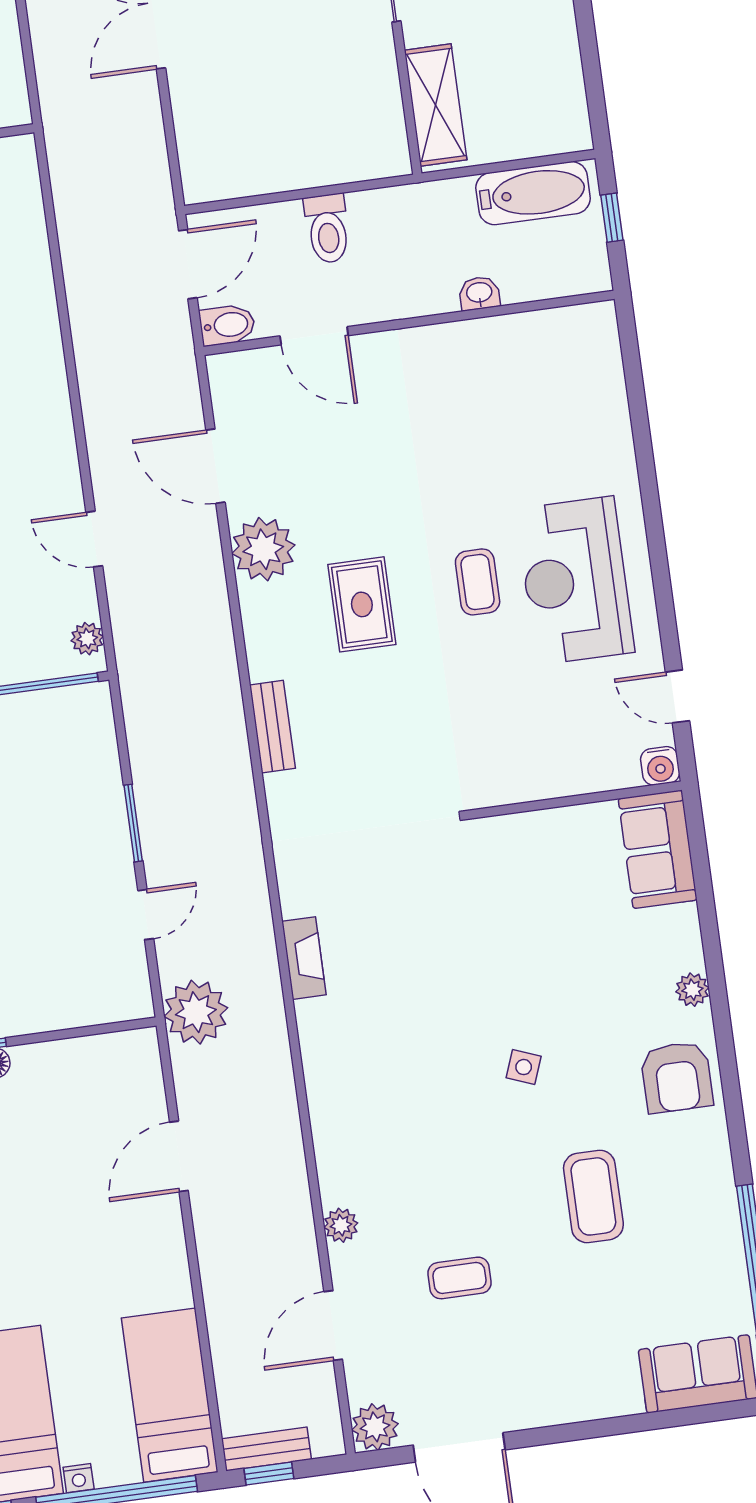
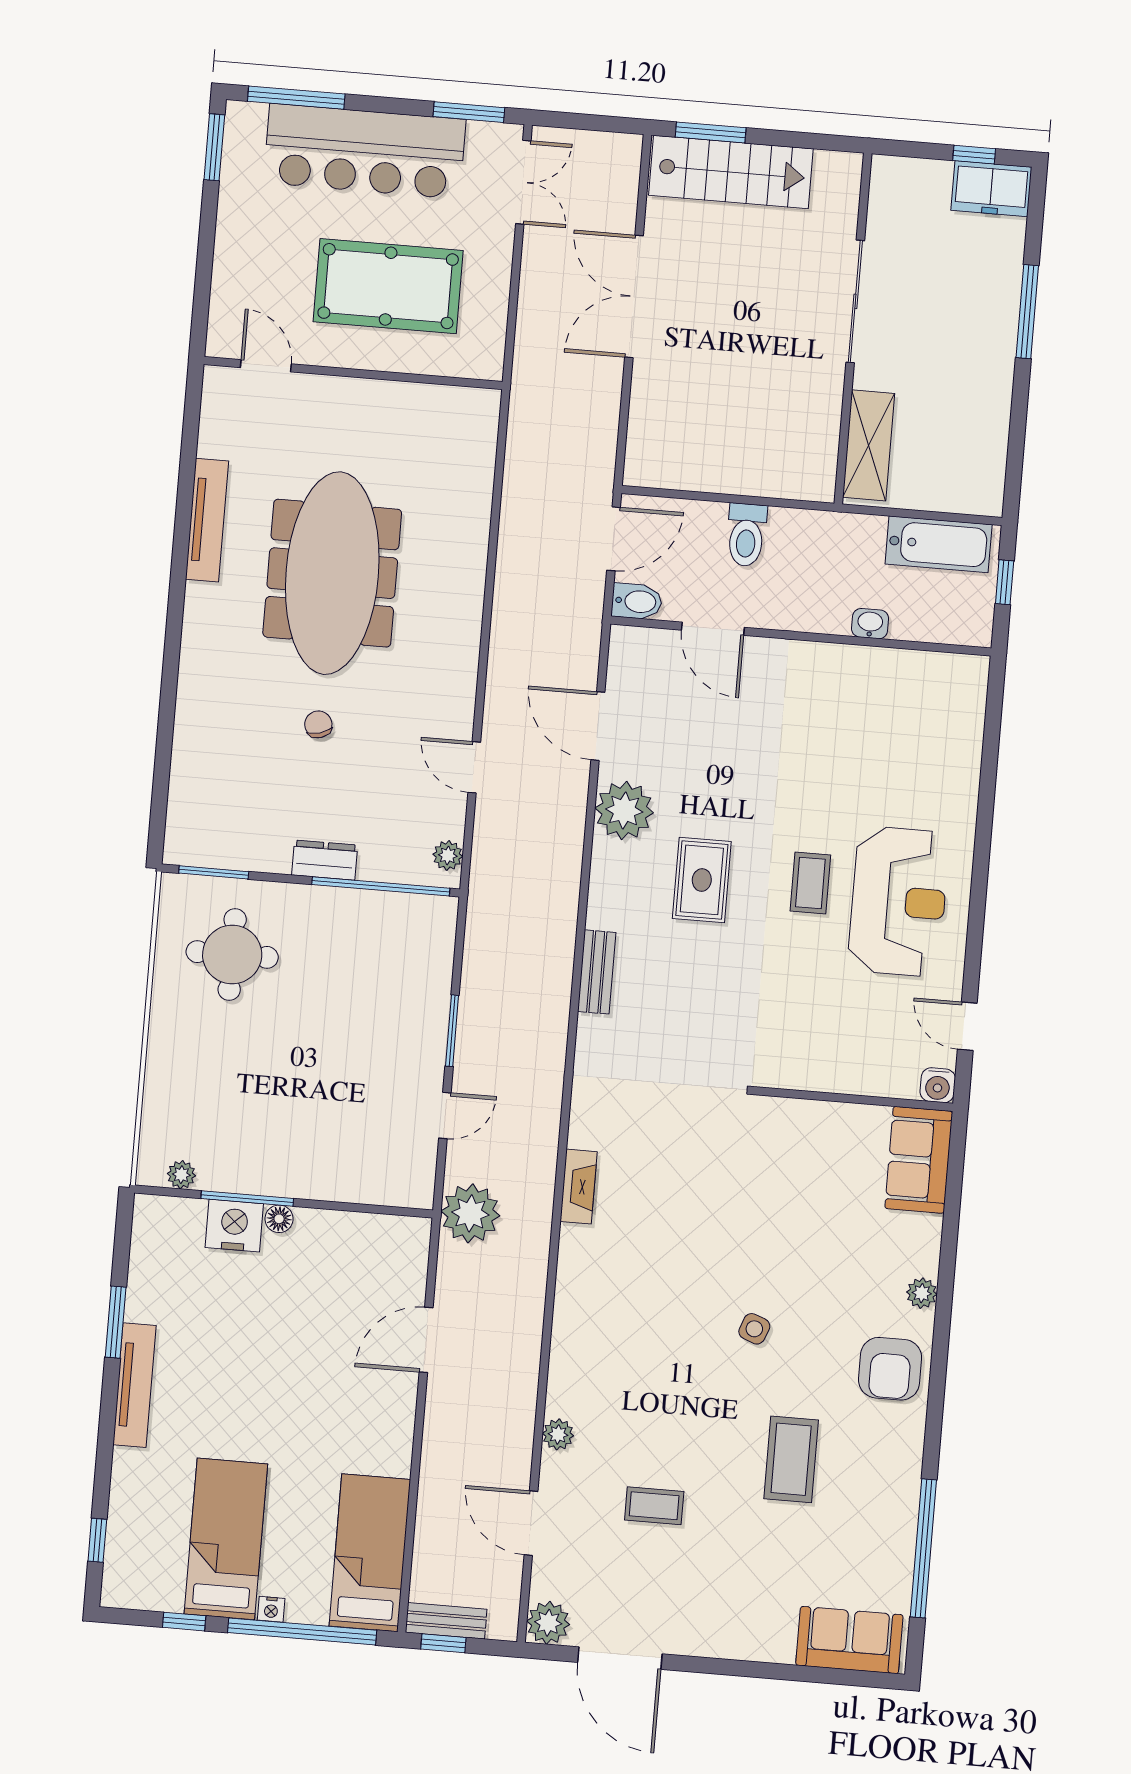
reception desk: (575, 581) -> (899, 901), turned 180
door: (333, 1326) -> (531, 1523), hinge flipped

